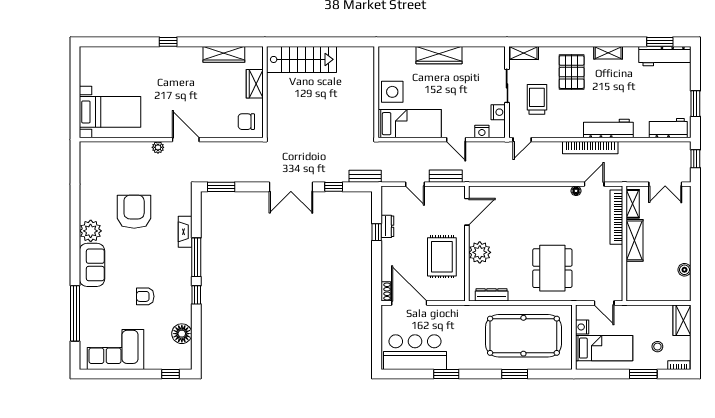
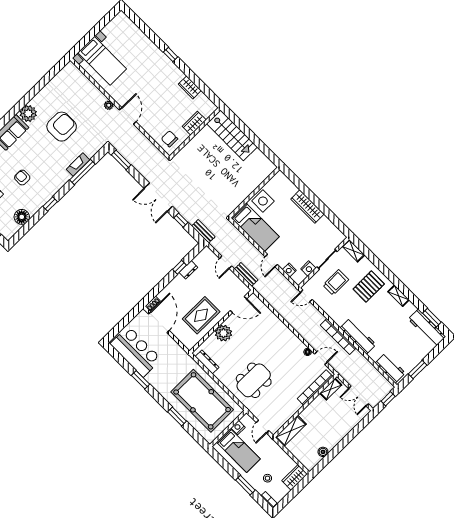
wardrobe: (224, 54) -> (190, 87), width x0.67
shelving: (635, 240) -> (291, 431), moved
window: (196, 257) -> (82, 172), moved

